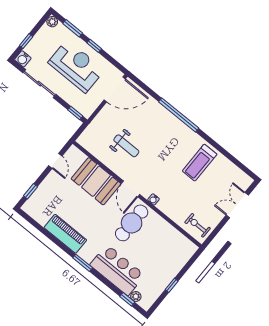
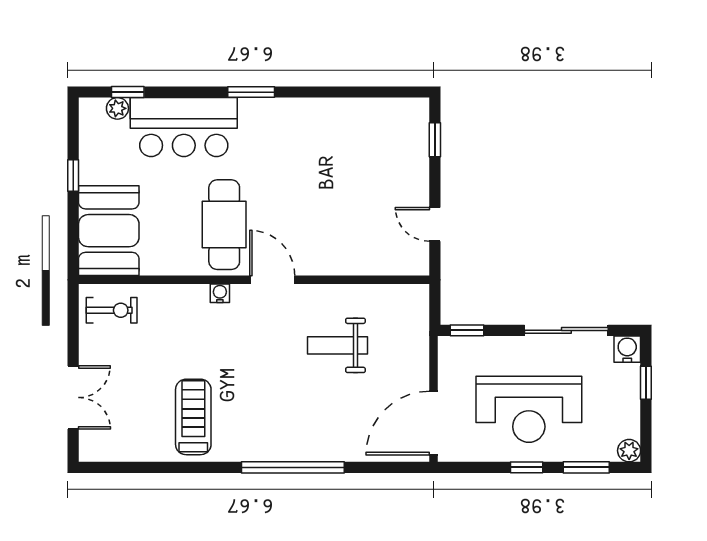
booth: (96, 181) -> (109, 231), moved, turned 90
piano: (65, 234) -> (319, 117), removed

